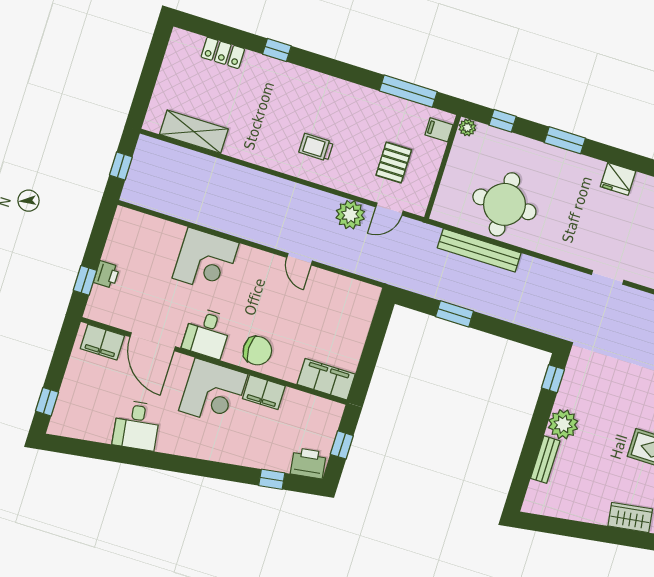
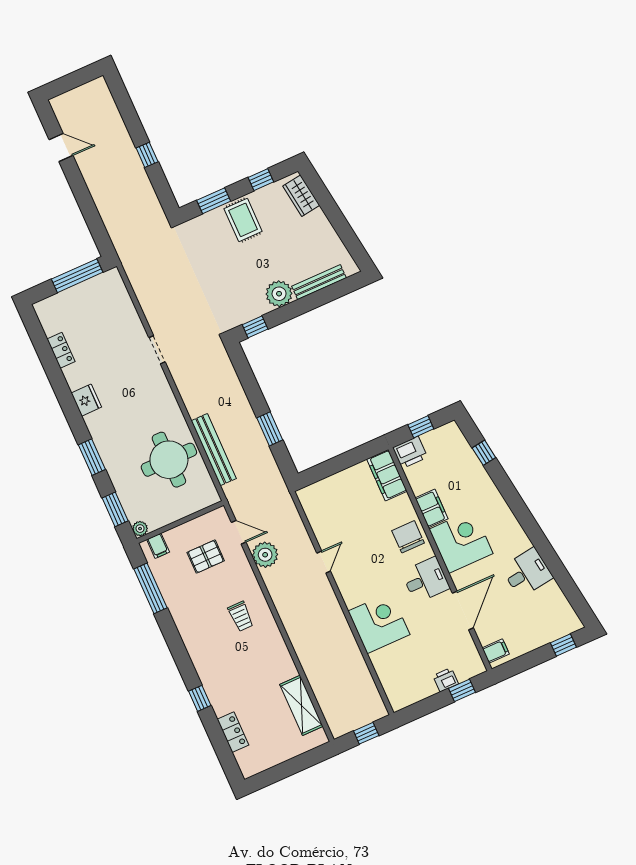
window: (503, 121) -> (115, 509), width x1.50
filing cabinet: (102, 342) -> (496, 651), width x0.50
bench: (545, 460) -> (319, 282), width x1.36
printer: (308, 463) -> (410, 452), moved, turned -82

